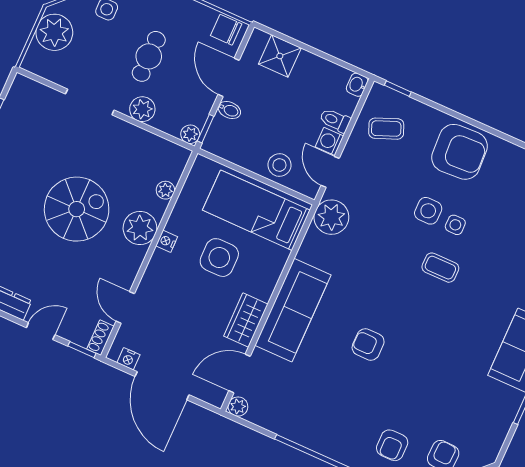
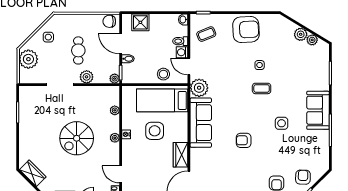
spiral stairs: (77, 209) -> (77, 138), turned 180
side table: (428, 211) -> (282, 123), moved
plant: (140, 228) -> (115, 138), width x0.53, depth x0.53
sofa: (293, 310) -> (201, 123), moved

